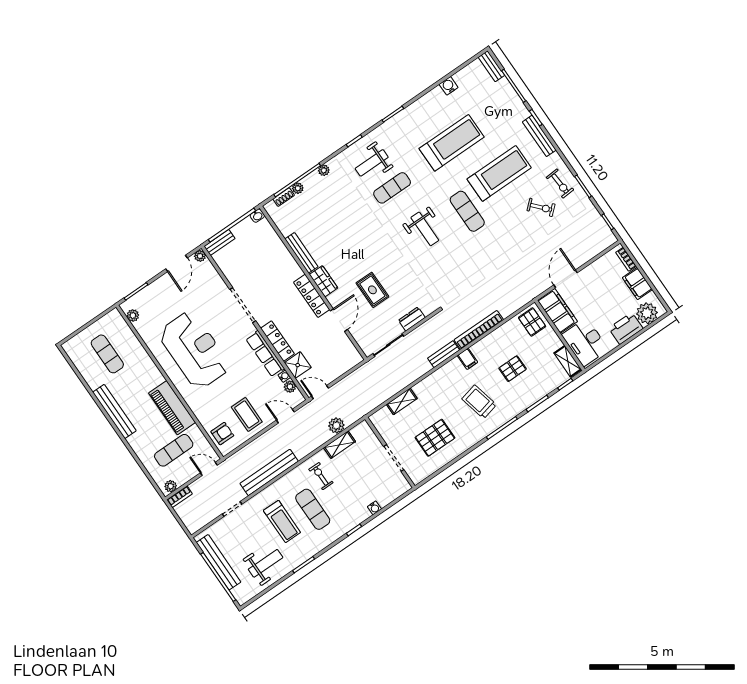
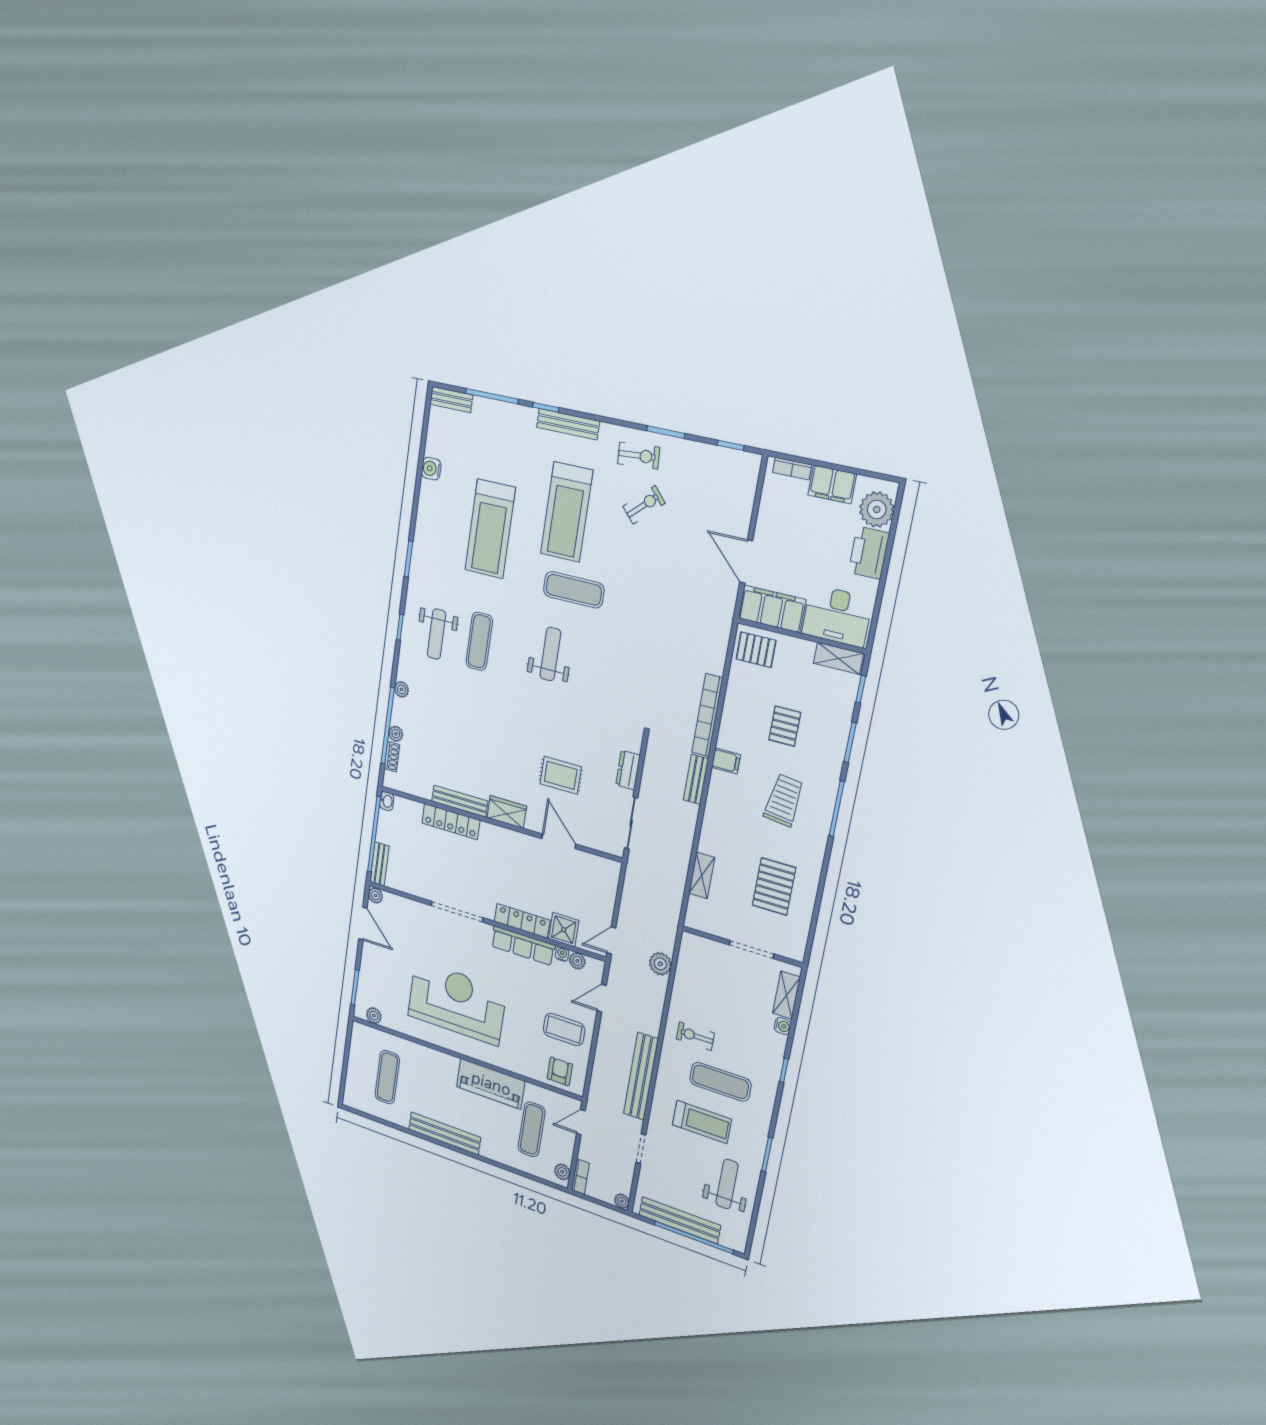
treadmill: (452, 143) -> (490, 529), turned 180
treadmill: (499, 173) -> (567, 512), turned 180
weight bench: (425, 229) -> (550, 654), turned -90
locker: (312, 296) -> (451, 822), moved
exercise mat: (107, 354) -> (387, 1077), turned 90
trolley: (479, 402) -> (784, 800), turned 110
shelving: (340, 445) -> (786, 995), moved
plant: (193, 528) -> (622, 1201), added

